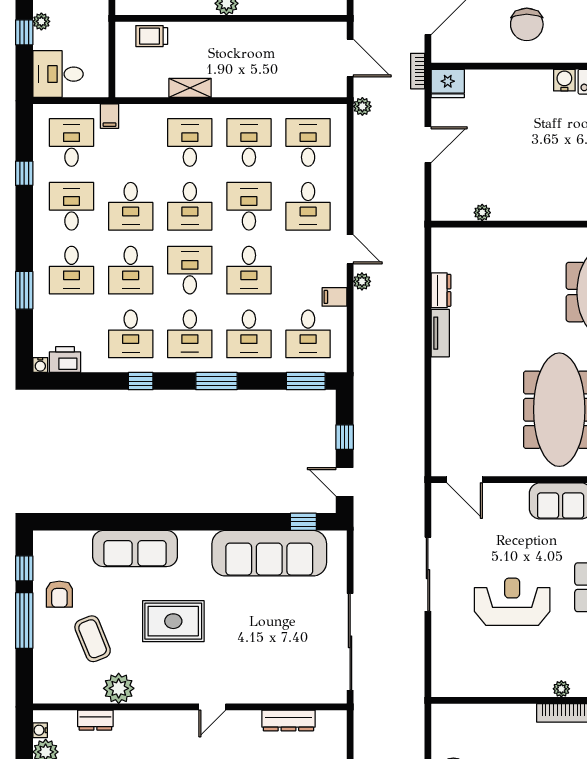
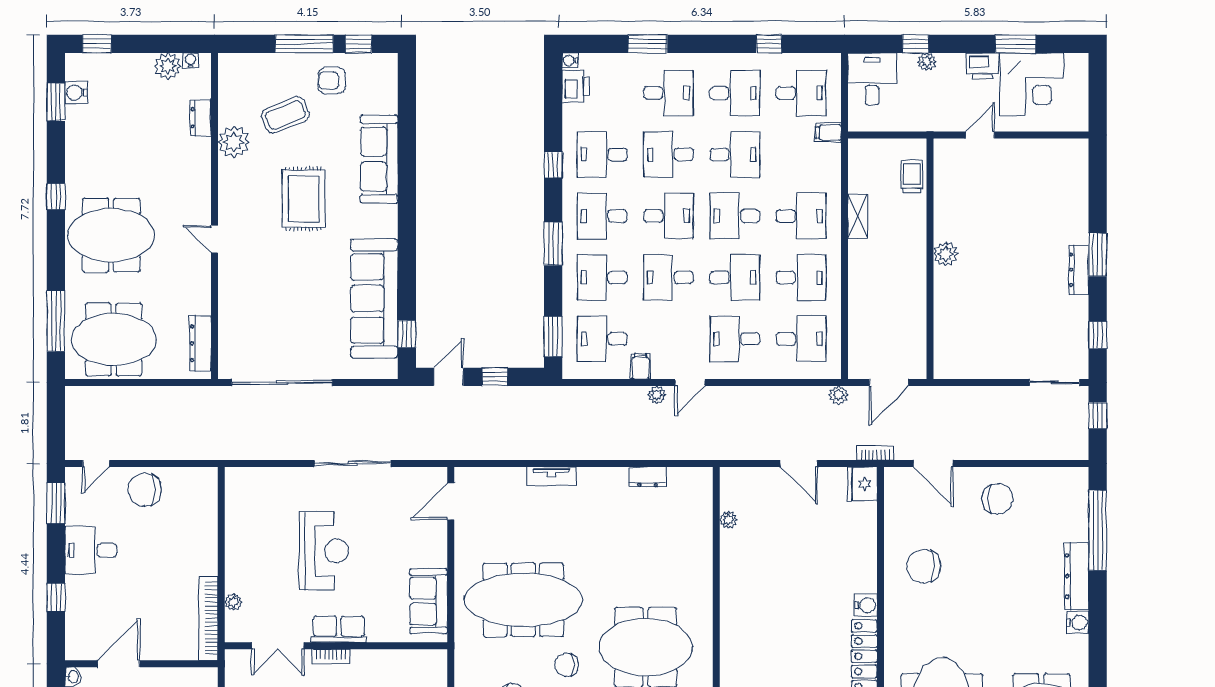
desk: (131, 206) -> (735, 155), turned 180
desk: (72, 270) -> (668, 93), turned 180
tv unit: (440, 333) -> (551, 476), moved
dresser: (288, 721) -> (200, 343), moved

